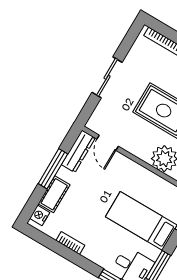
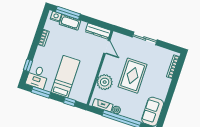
door: (108, 143) -> (107, 47), swing flipped
window: (53, 169) -> (68, 13), moved

